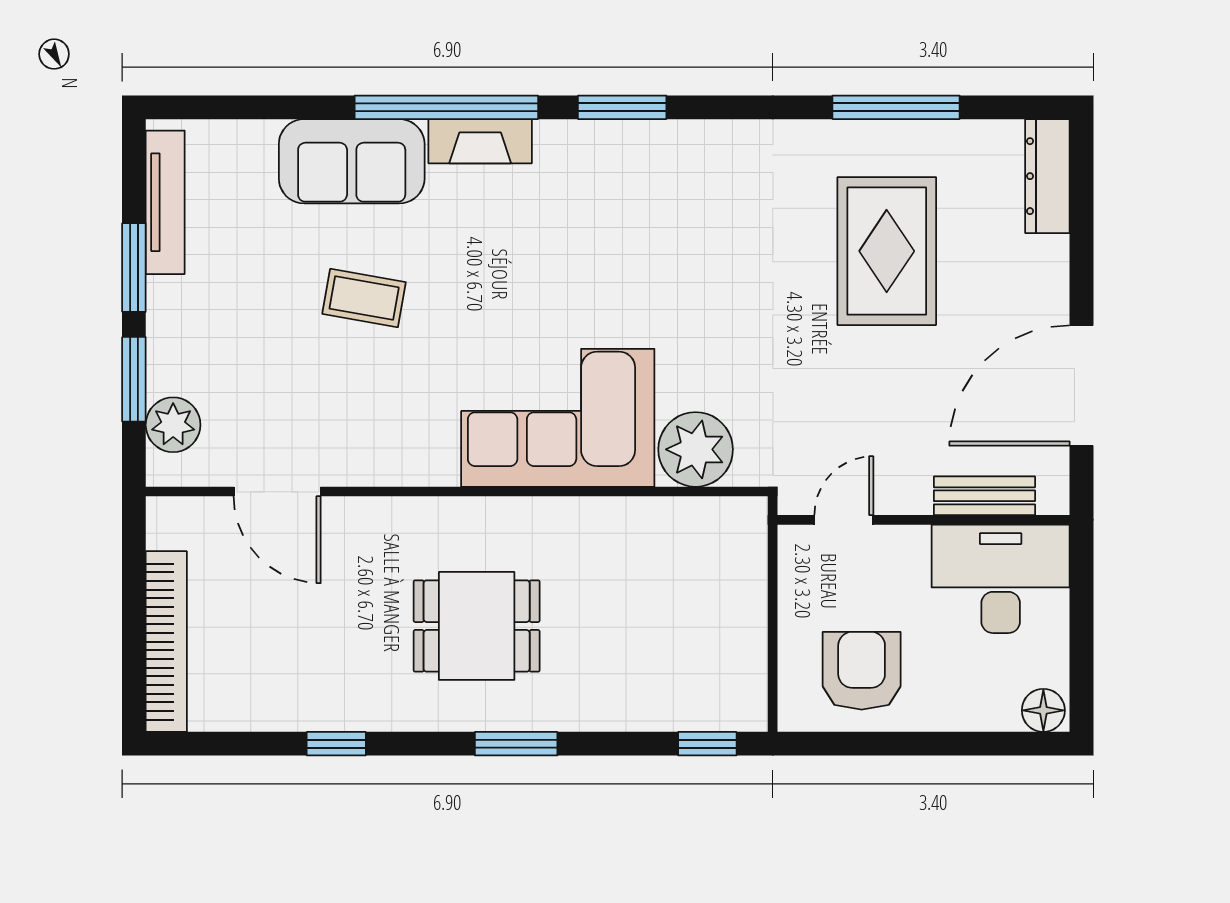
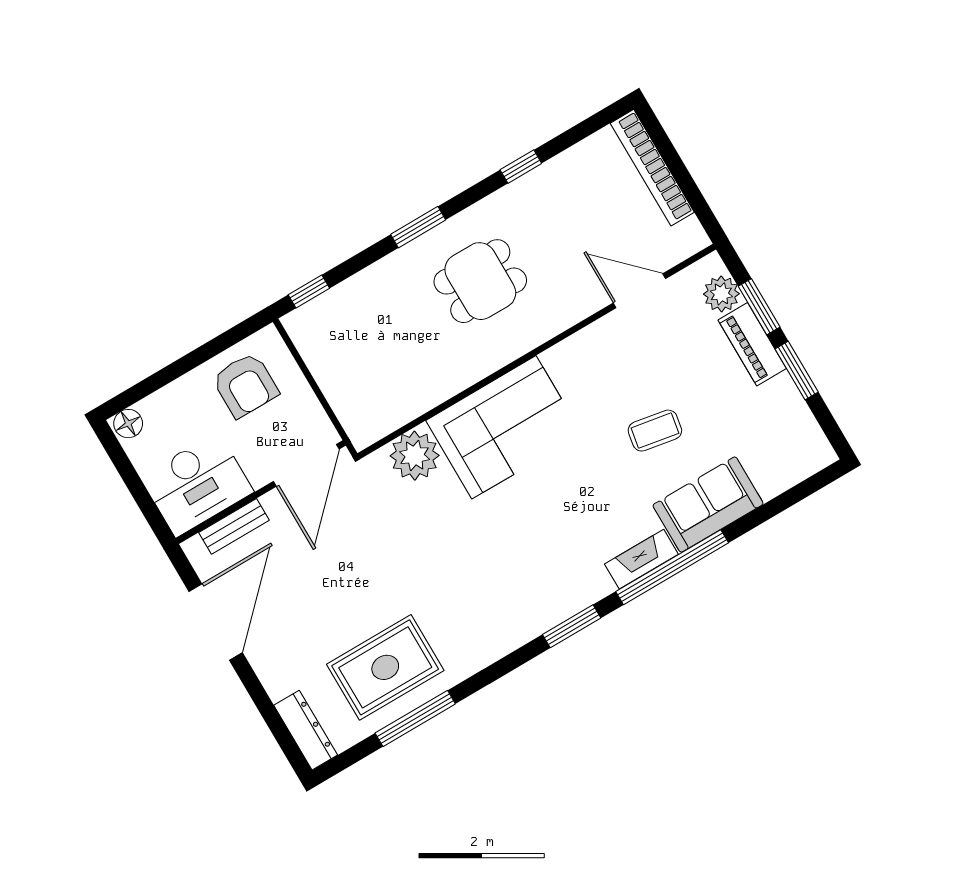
tv unit: (165, 202) -> (801, 418), removed
rug: (887, 251) -> (385, 667), moved, turned 90
piano: (172, 336) -> (752, 344), added
door: (844, 520) -> (306, 465), width x1.88

